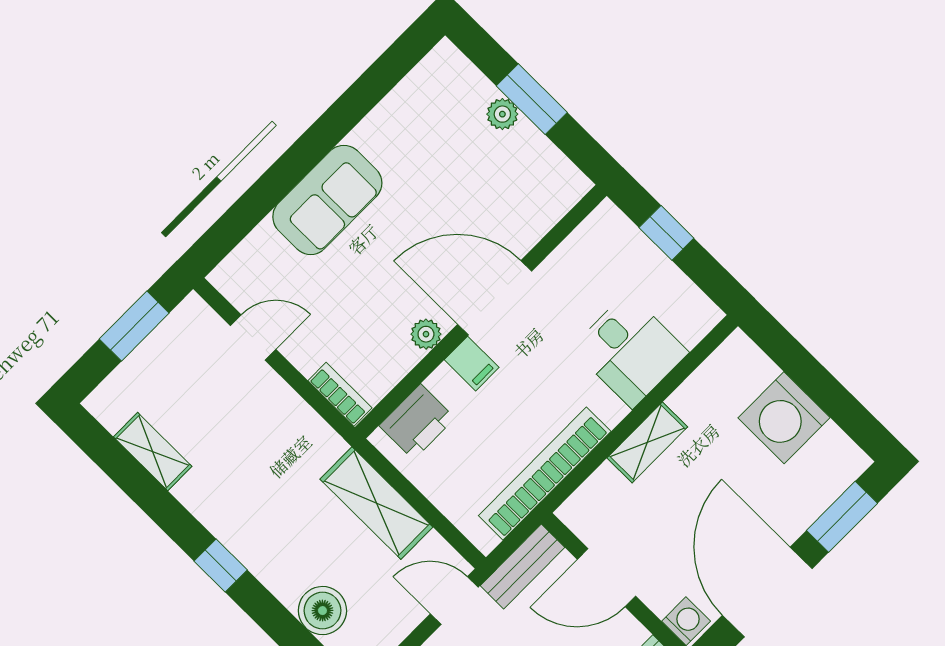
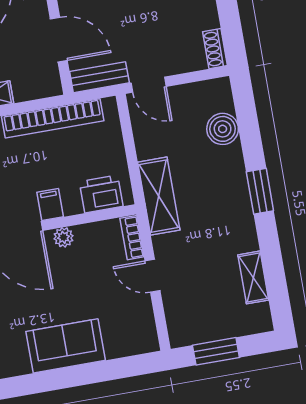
door: (253, 337) -> (152, 276), moved
shelving: (376, 503) -> (159, 196), moved
window: (221, 565) -> (260, 191), width x1.50

